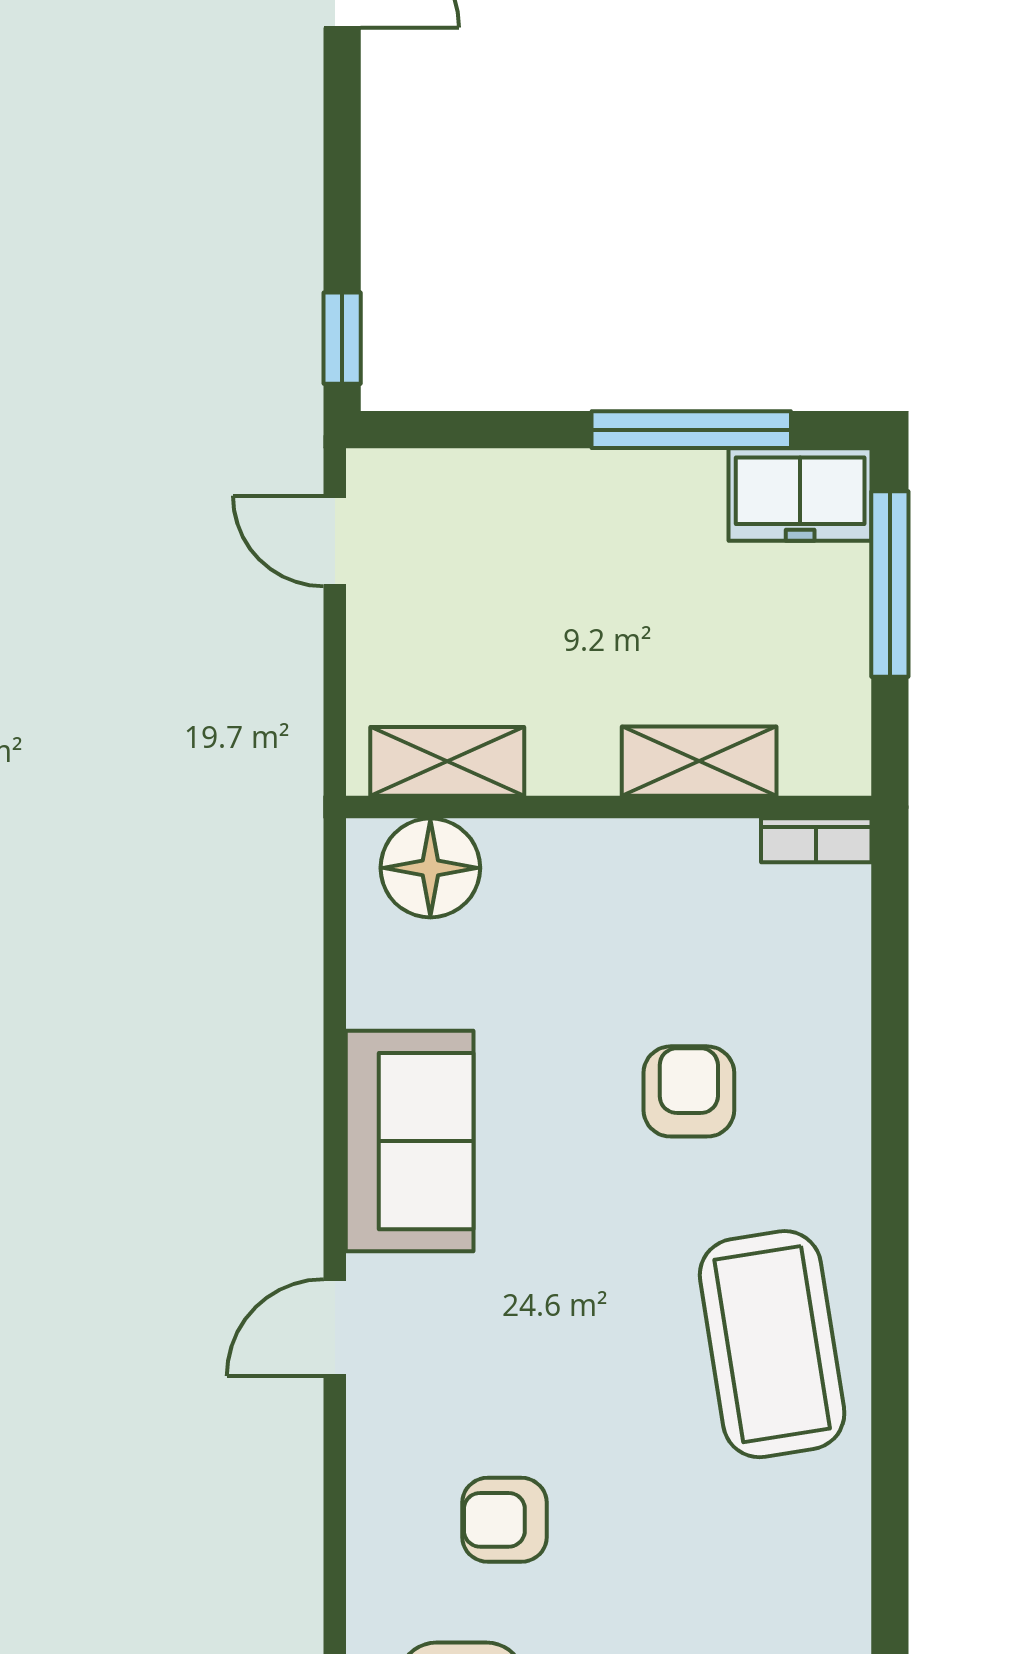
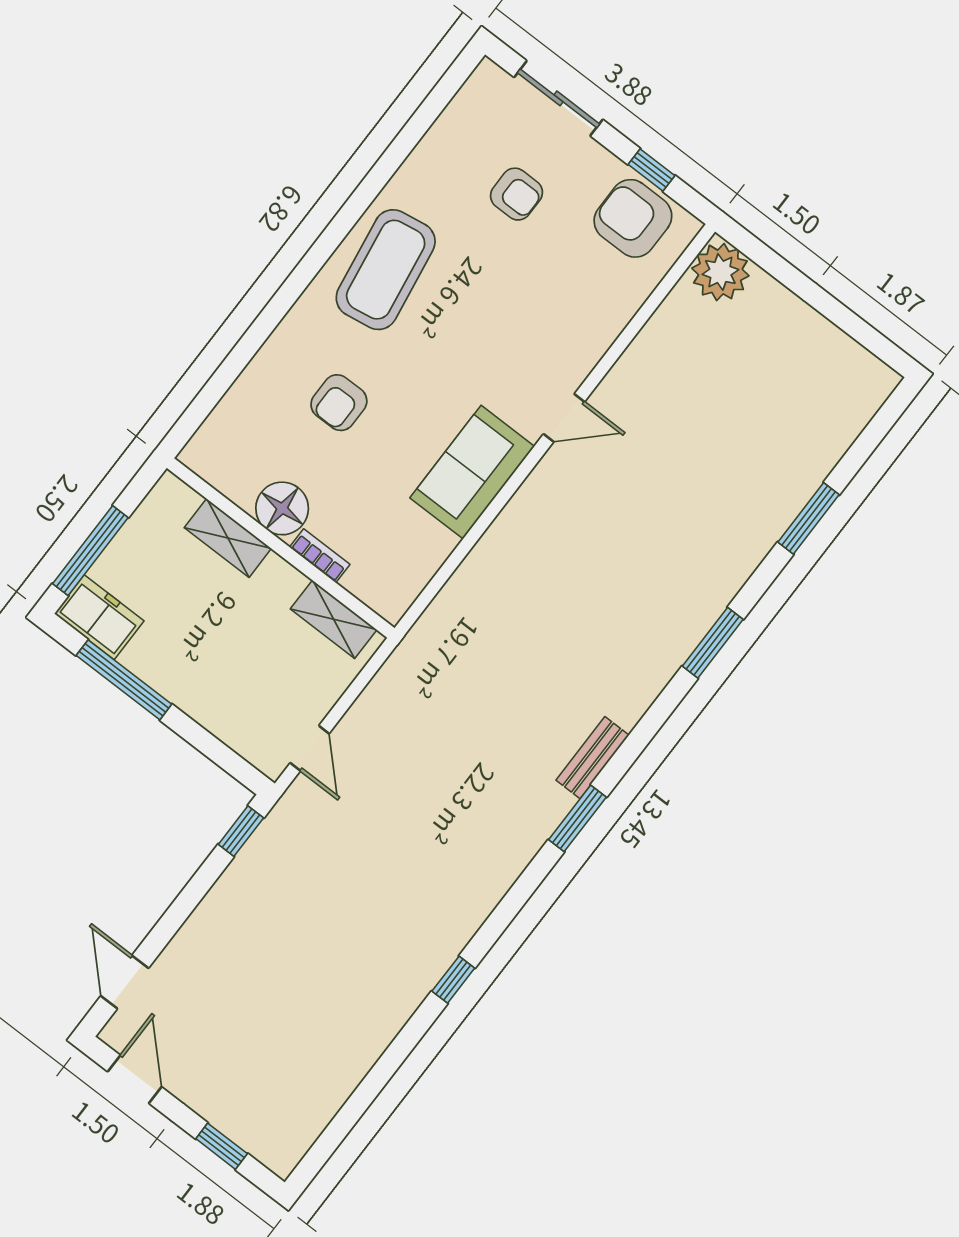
bookcase: (816, 840) -> (320, 556), moved
floor lamp: (430, 868) -> (282, 508), moved
armchair: (504, 1520) -> (516, 194), moved

